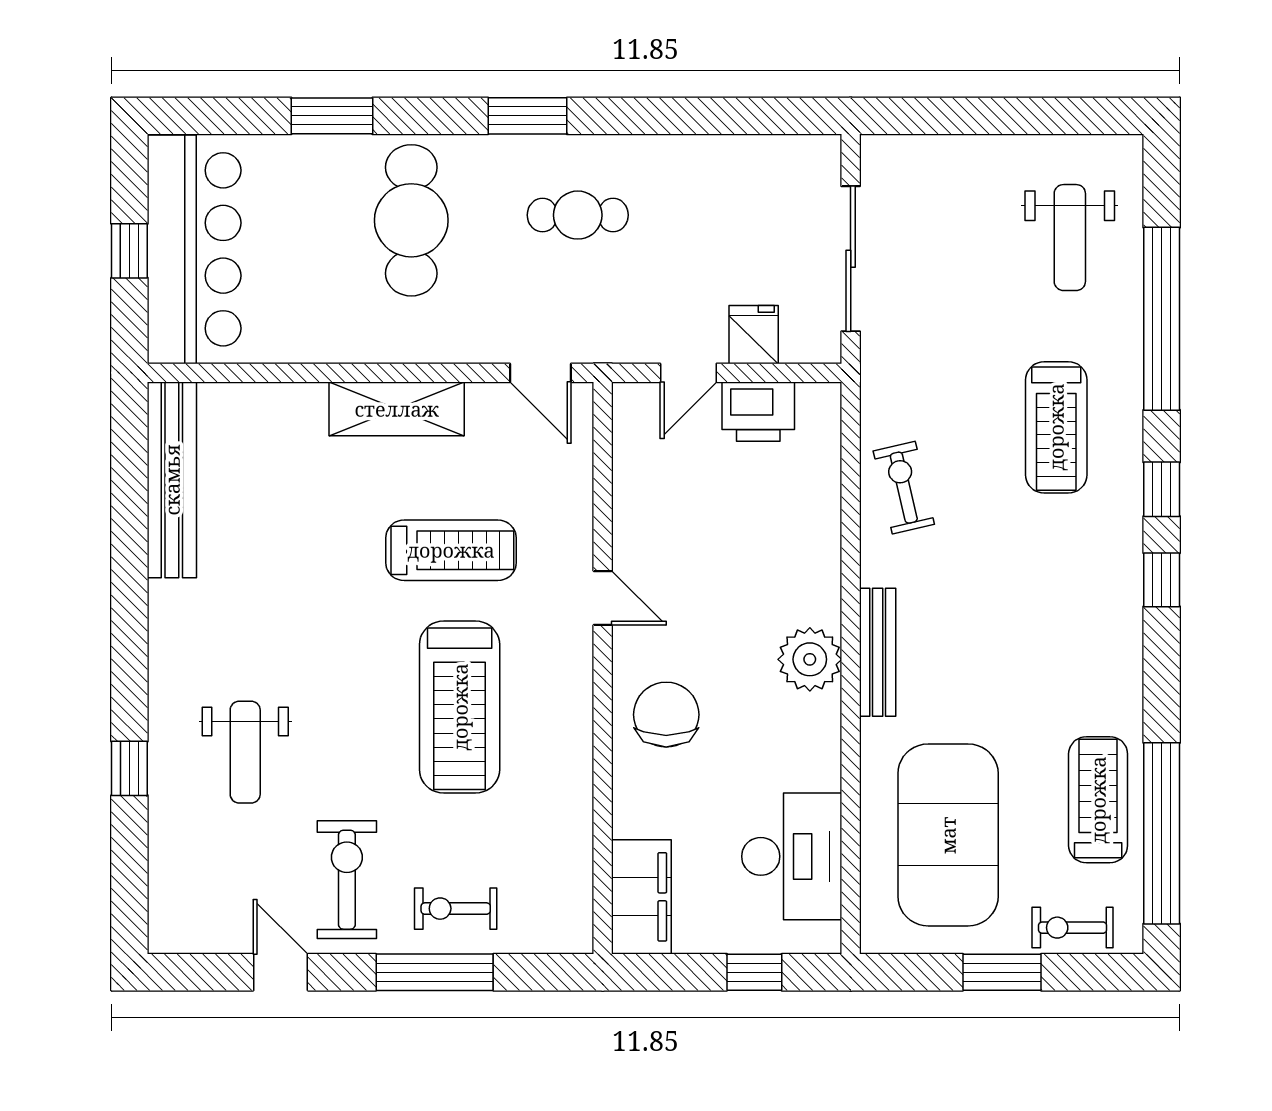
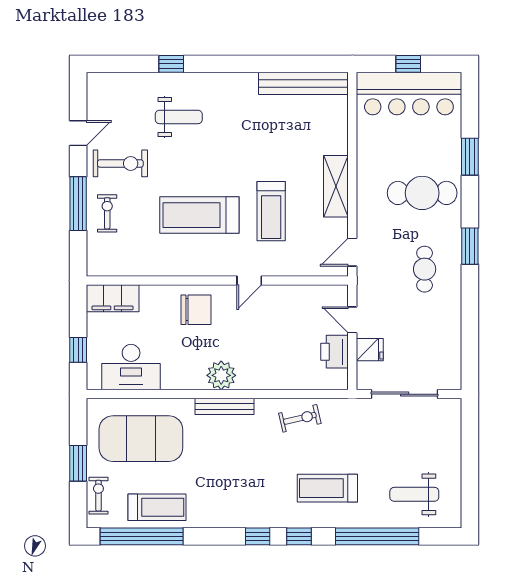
weight bench: (245, 752) -> (179, 117), turned 180

